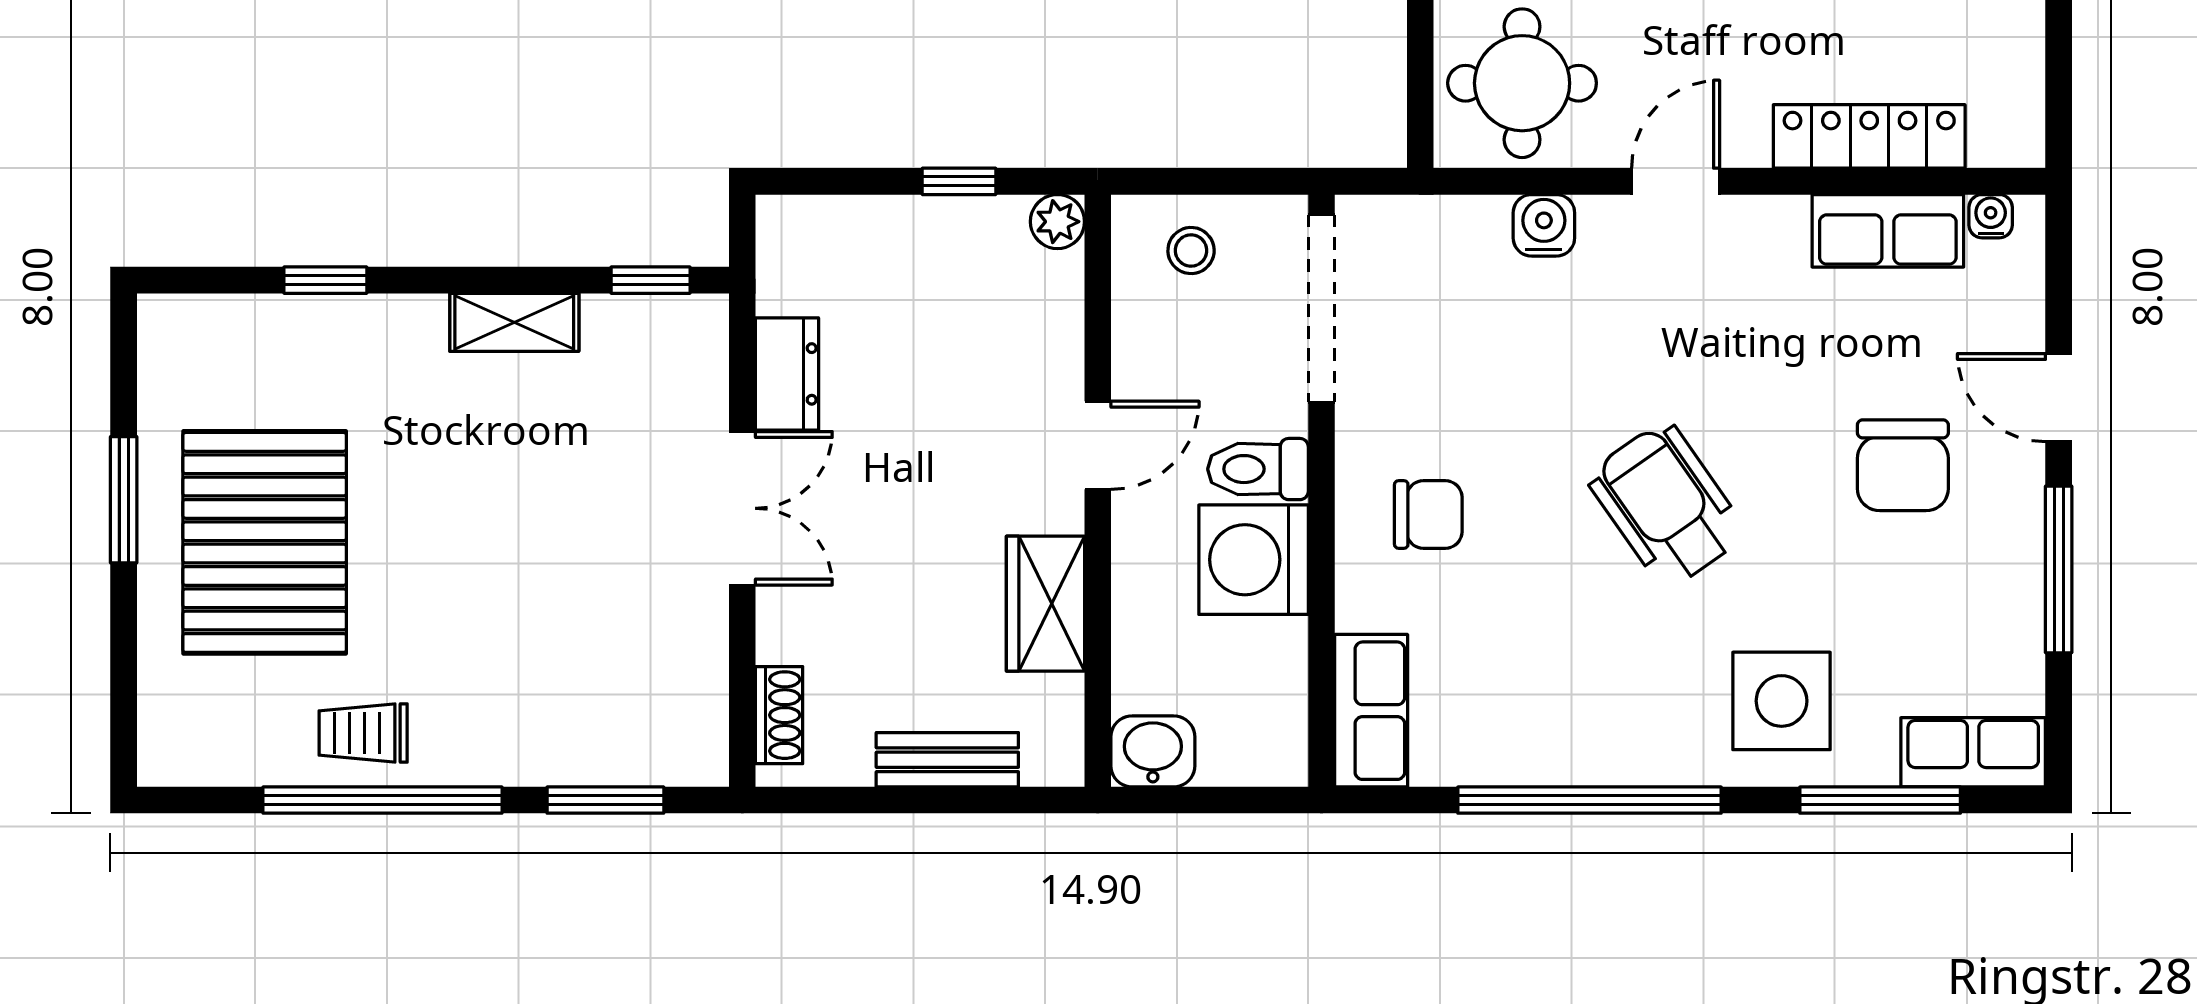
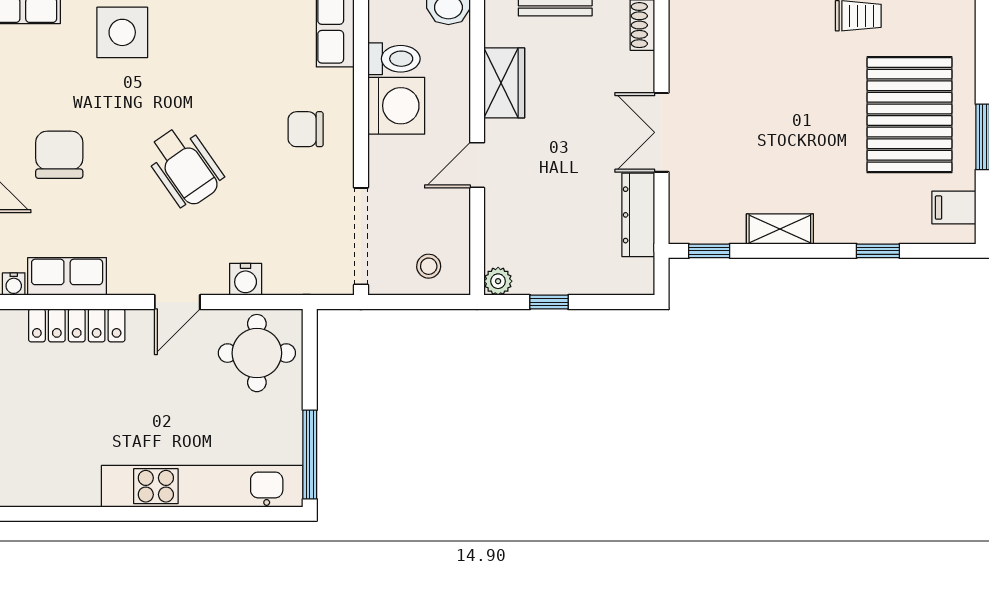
filing cabinet: (179, 364) -> (954, 208), added
dresser: (787, 374) -> (638, 215), width x1.44
toilet: (1258, 469) -> (394, 59), moved
wheelchair: (1666, 505) -> (185, 167), moved

